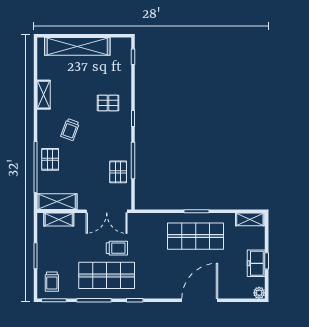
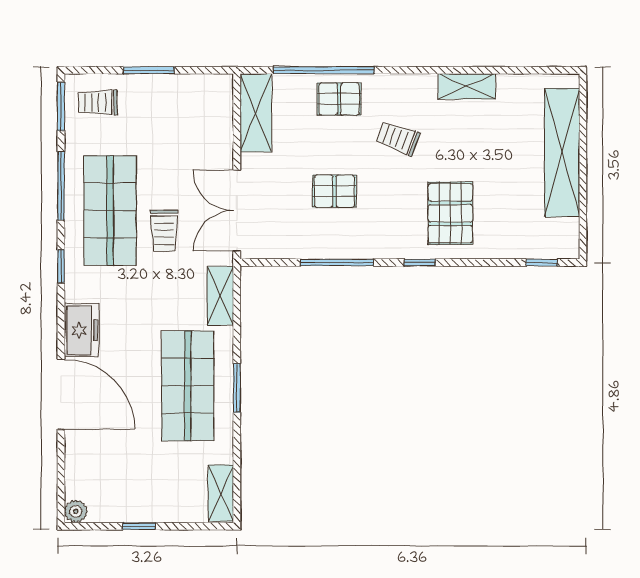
pallet: (108, 103) -> (450, 213), width x1.50, depth x1.42
pallet: (118, 172) -> (334, 191), moved
shelving: (59, 220) -> (220, 296), moved
freezer: (256, 263) -> (82, 330), moved, turned 90

